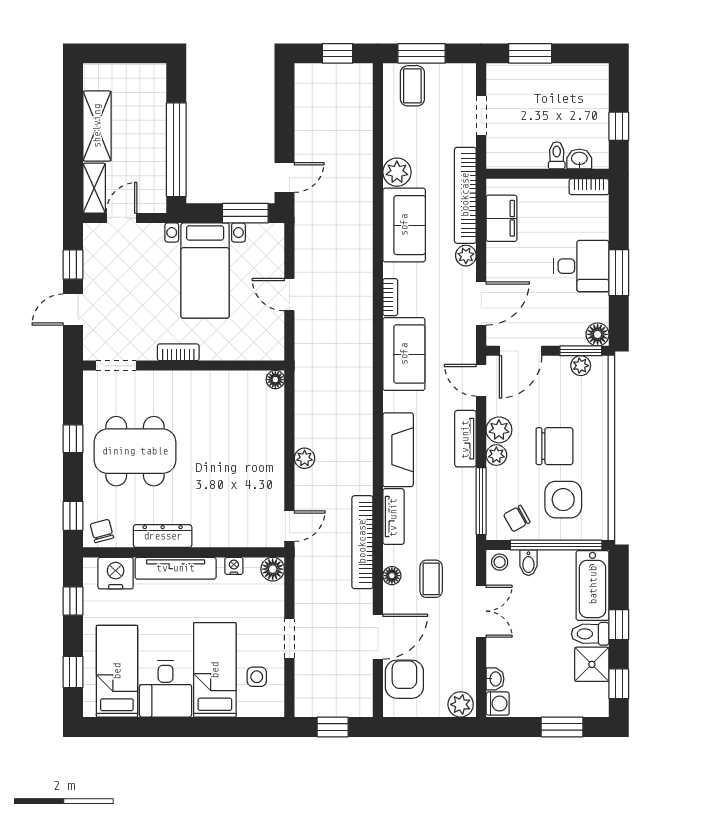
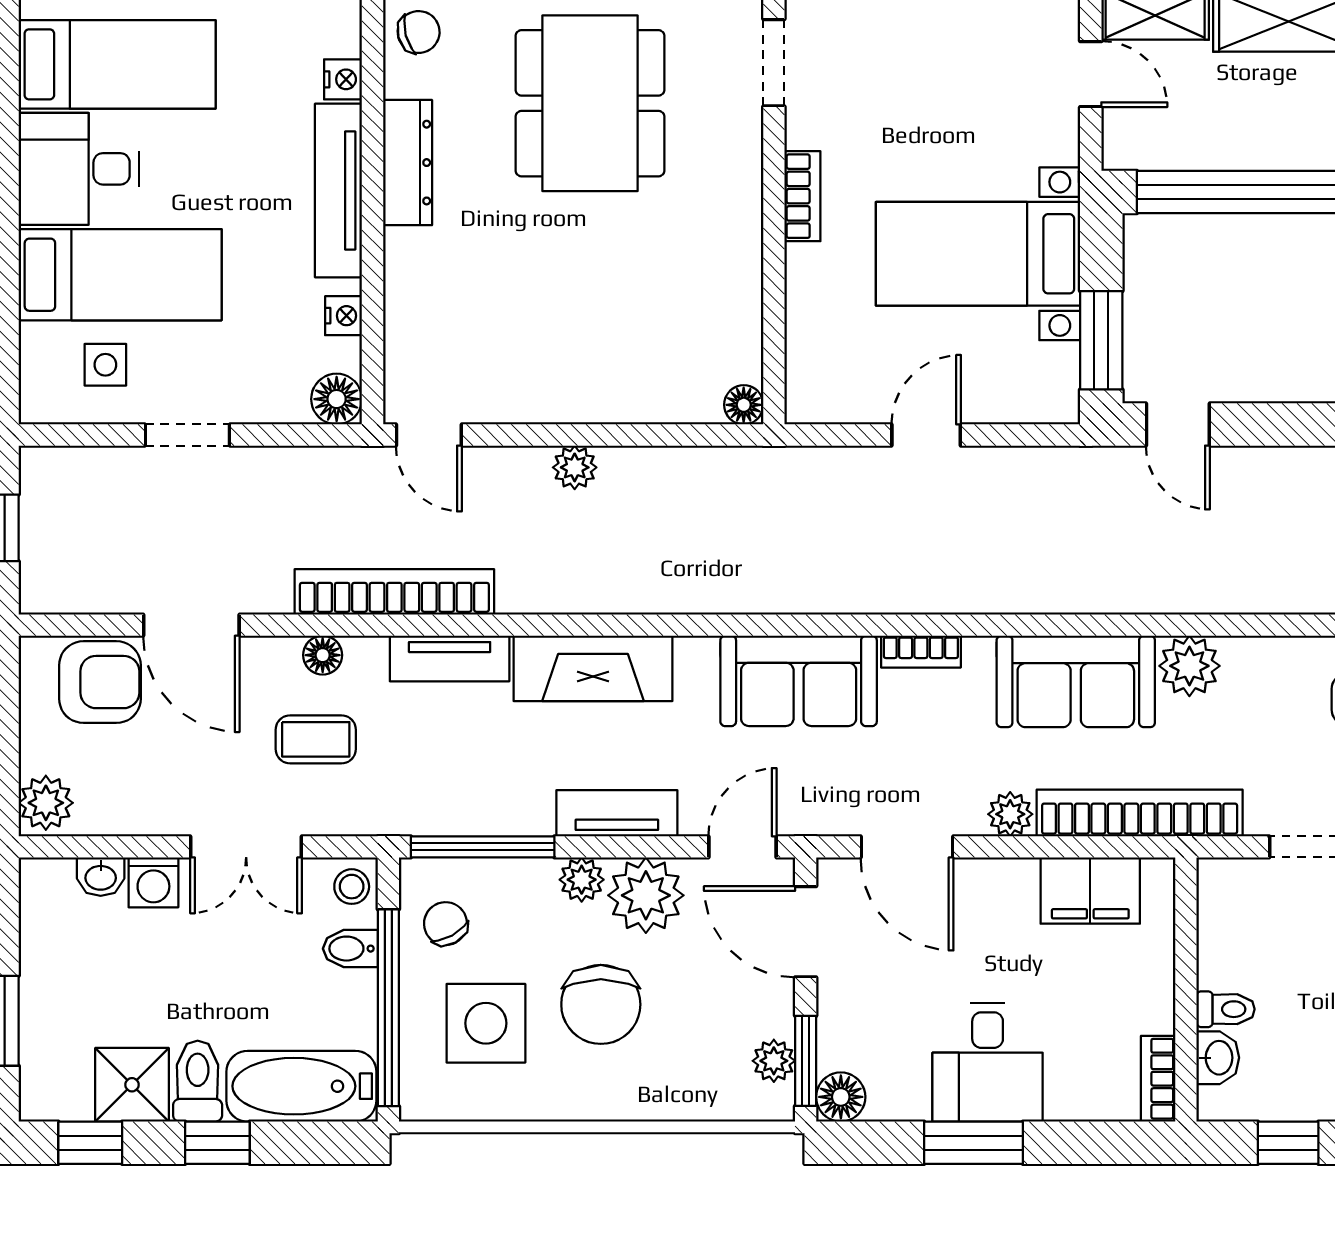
plant: (499, 430) -> (646, 895), width x1.36, depth x1.36
nightstand: (116, 573) -> (343, 79), width x0.53, depth x0.56
washing machine: (498, 704) -> (153, 882), moved

